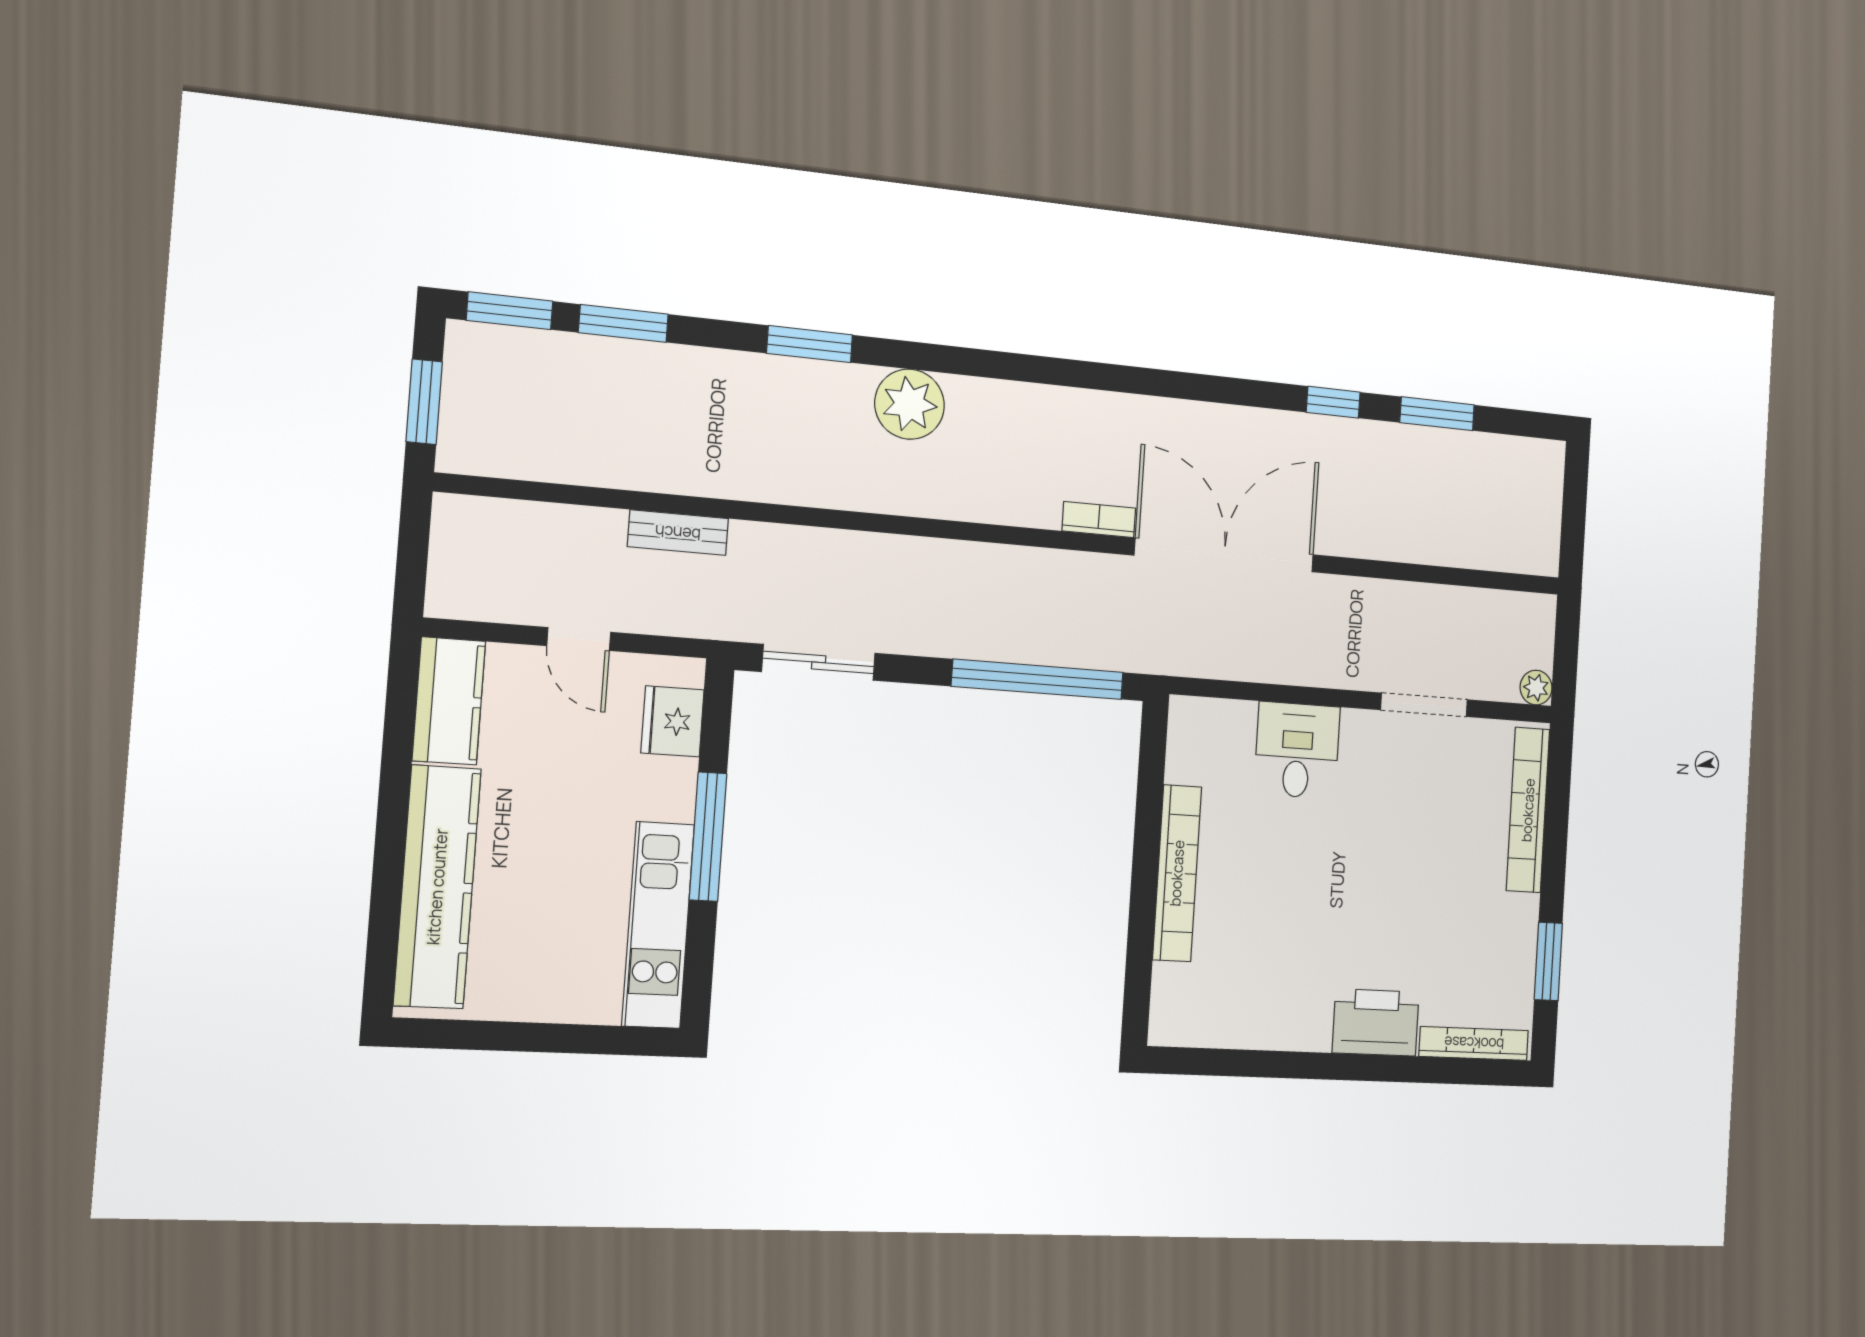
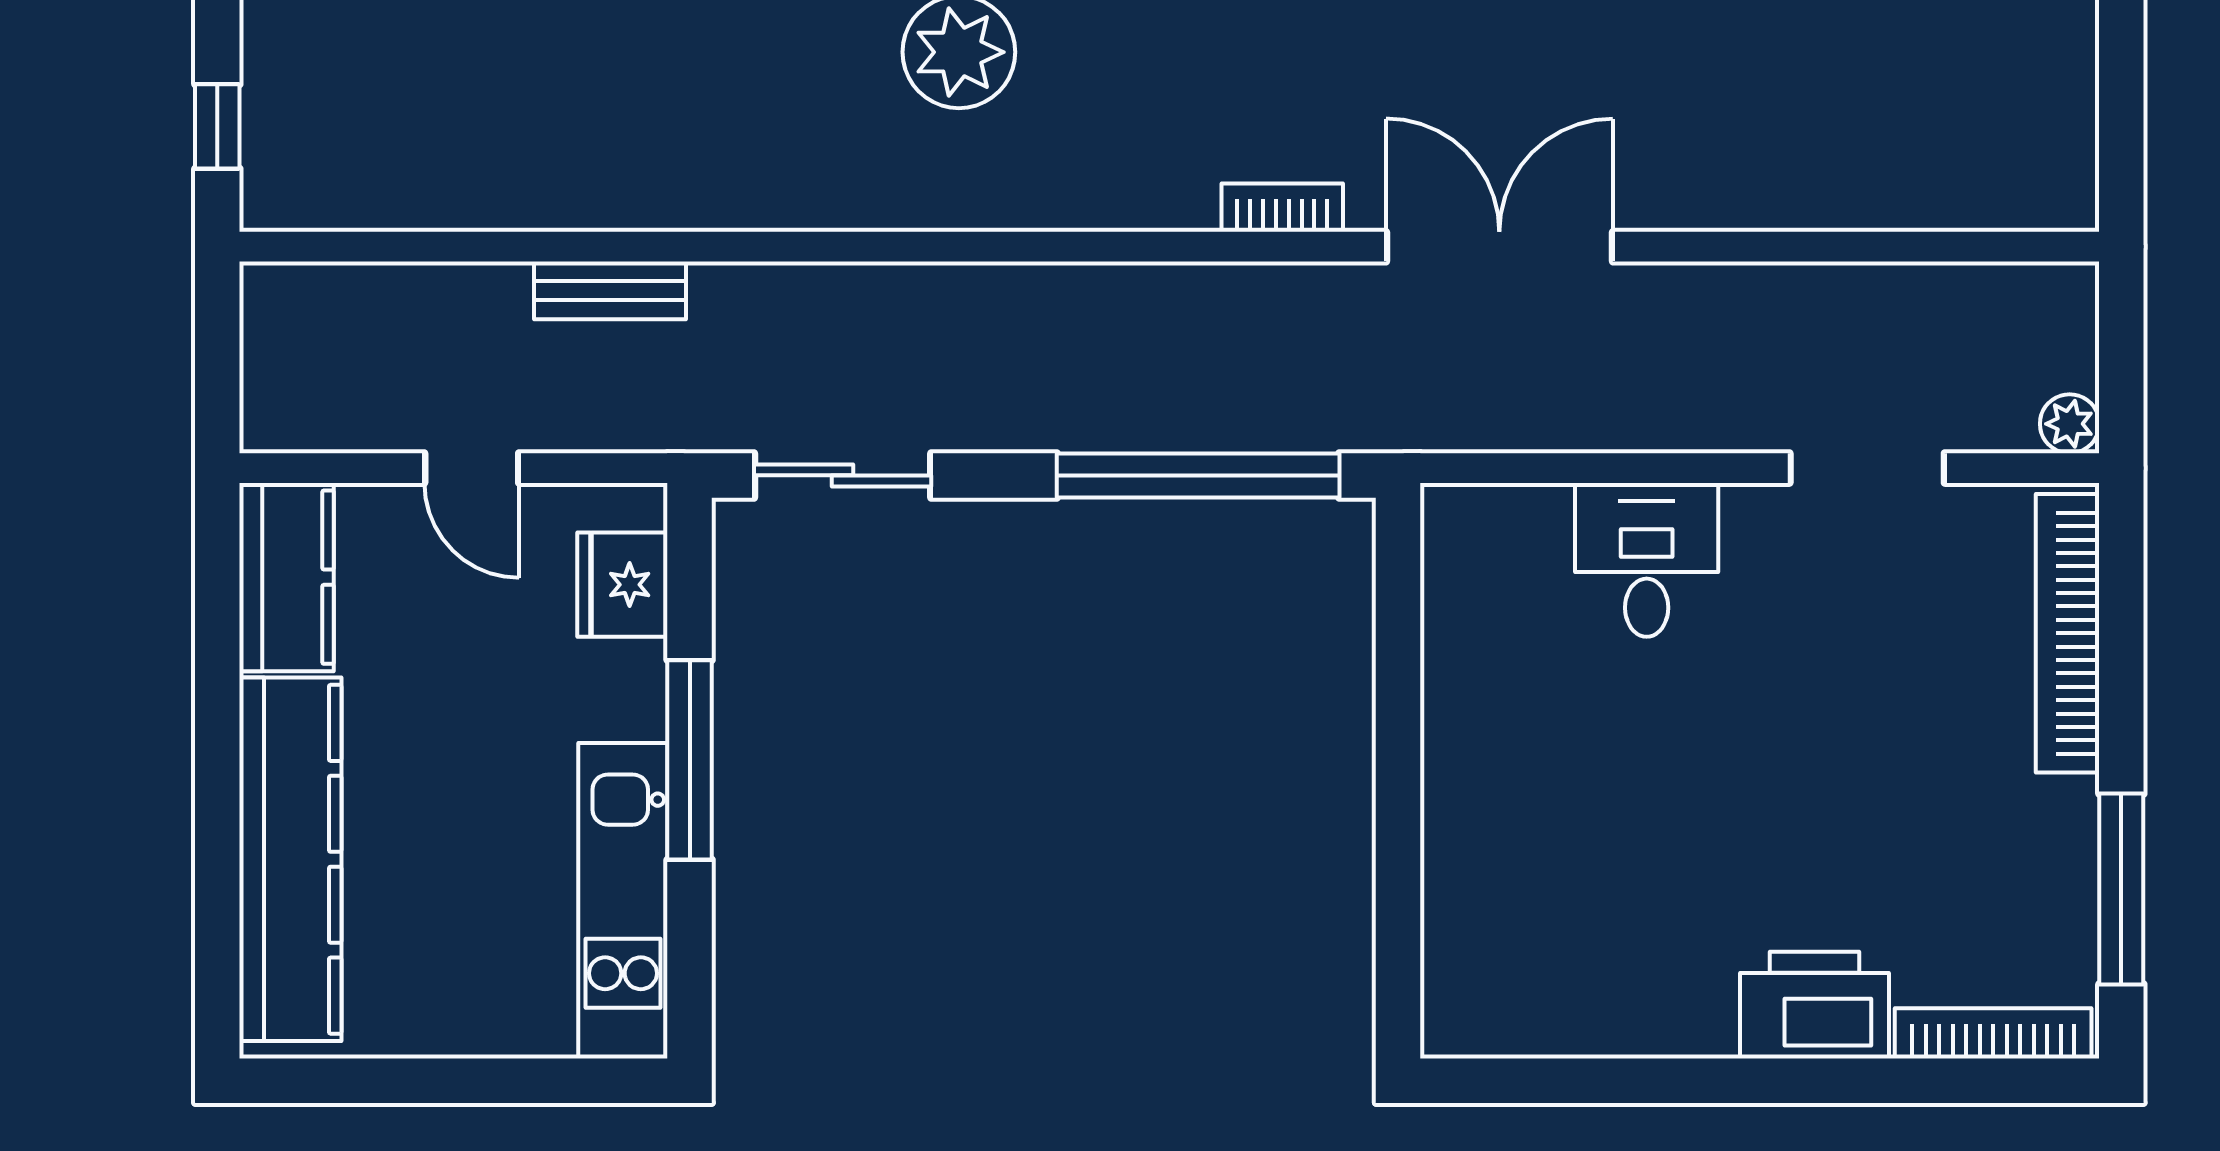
window: (424, 402) -> (217, 126), width x0.67
double door: (1224, 555) -> (1499, 247), width x0.73
bookcase: (1177, 873) -> (1453, 775), removed
window: (1548, 961) -> (2121, 889), width x1.44

